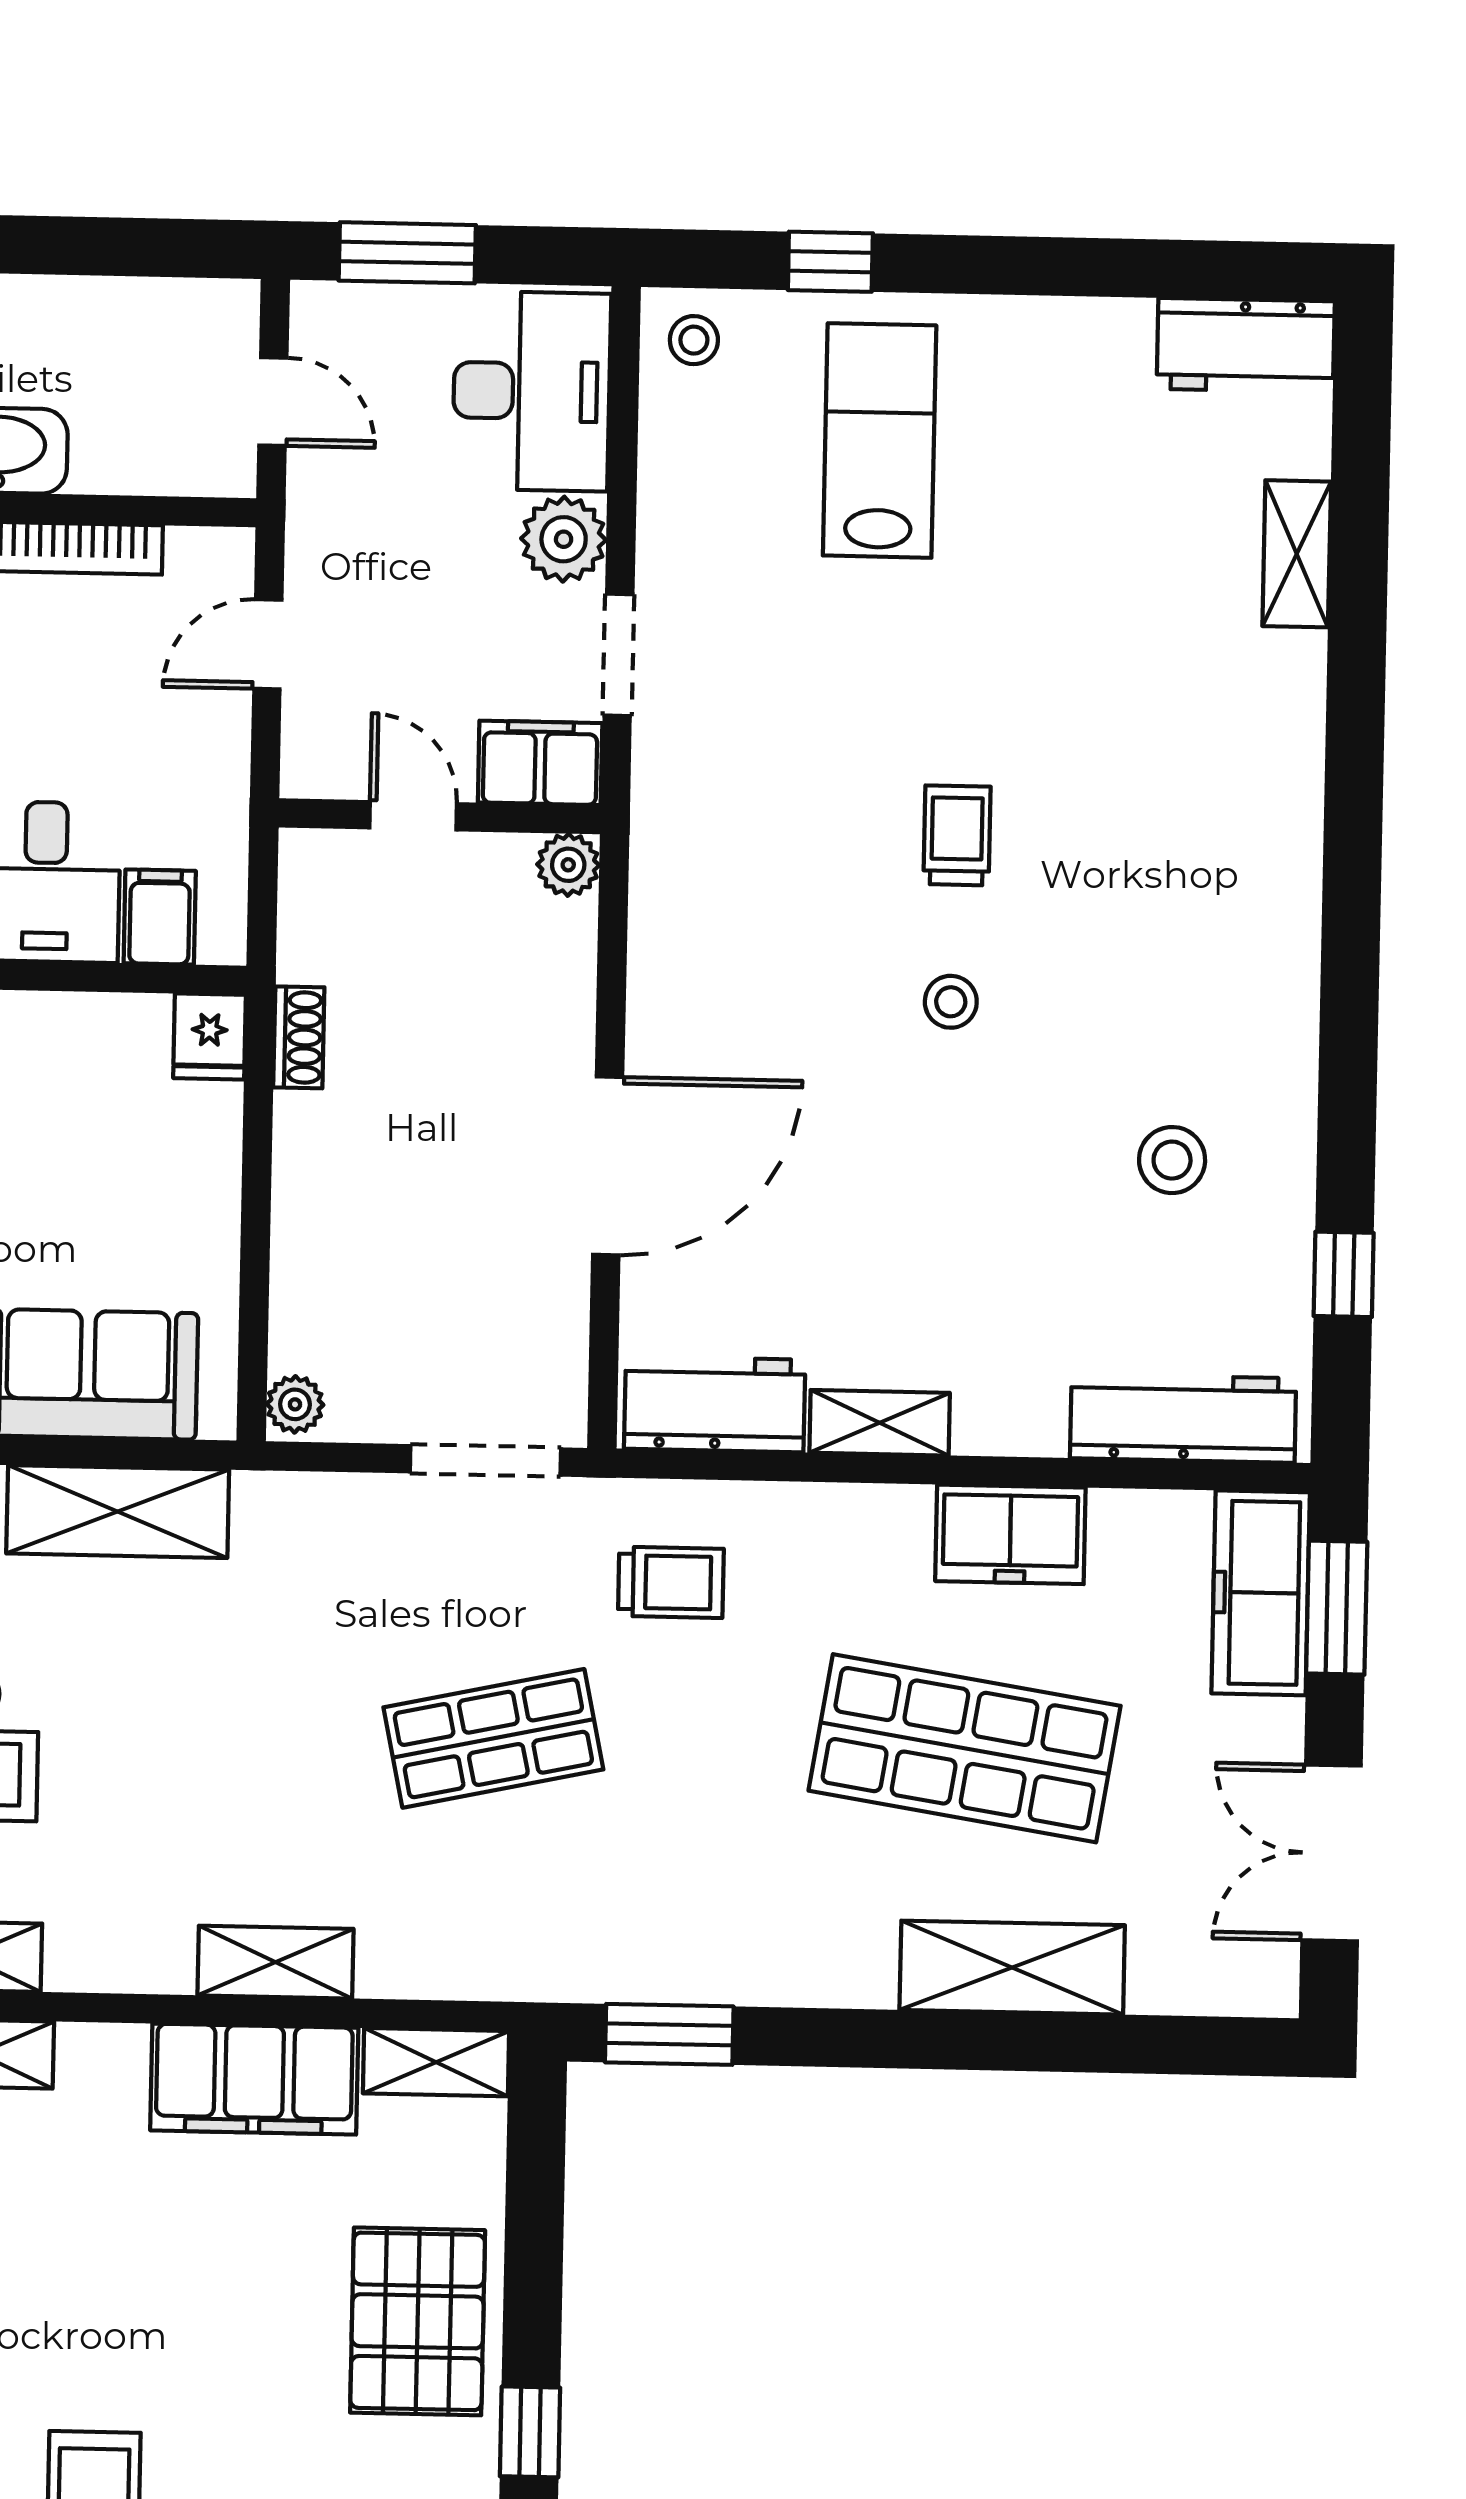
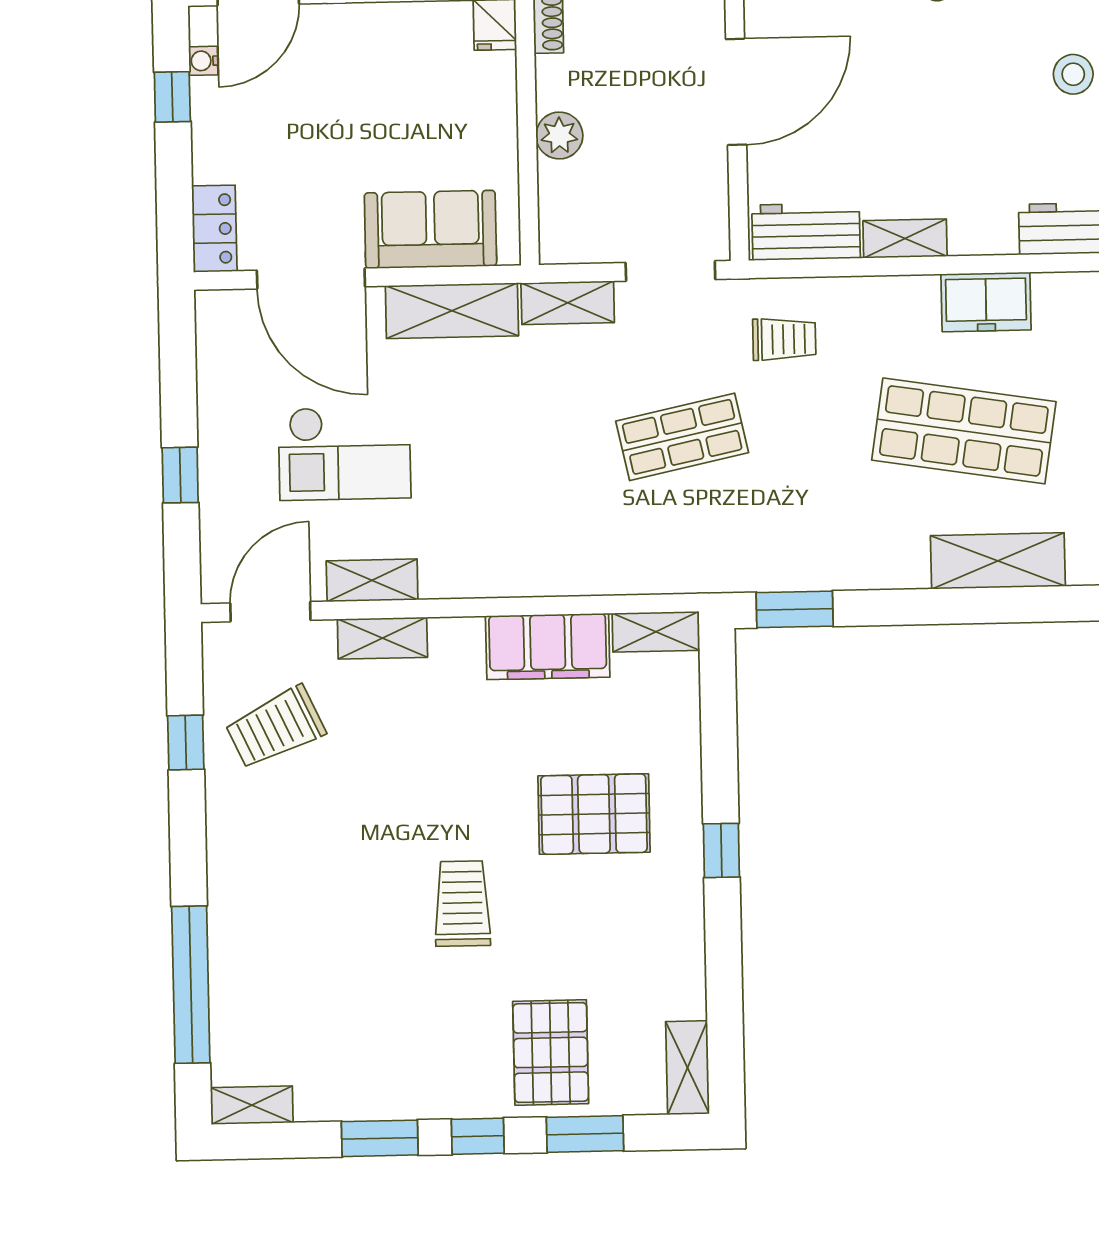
plant: (295, 1404) -> (559, 136), moved, width x1.38, depth x1.38
shelving: (276, 1962) -> (568, 303), moved
pallet: (418, 2321) -> (594, 814), moved, turned 90

